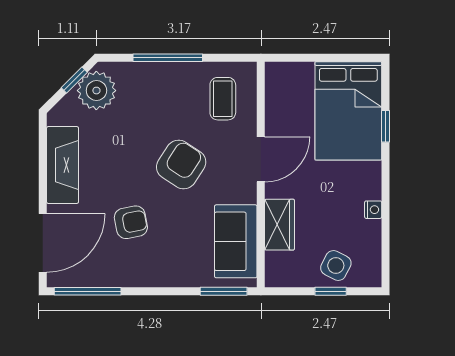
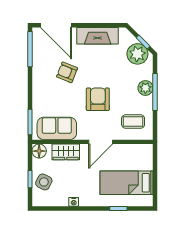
plant: (160, 75) -> (145, 88), added
bed: (348, 111) -> (127, 183), width x0.67
door: (261, 159) -> (101, 142), hinge flipped
armchair: (181, 165) -> (98, 99), turned -123
armchair: (131, 222) -> (67, 72), turned 123
floor lamp: (278, 274) -> (39, 151), added

